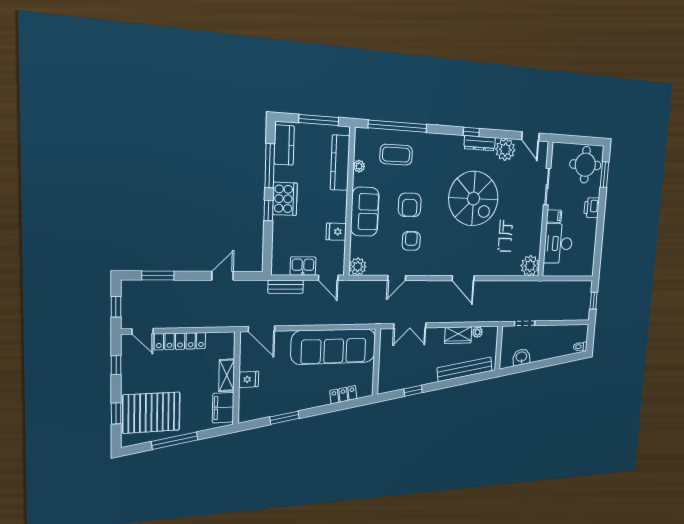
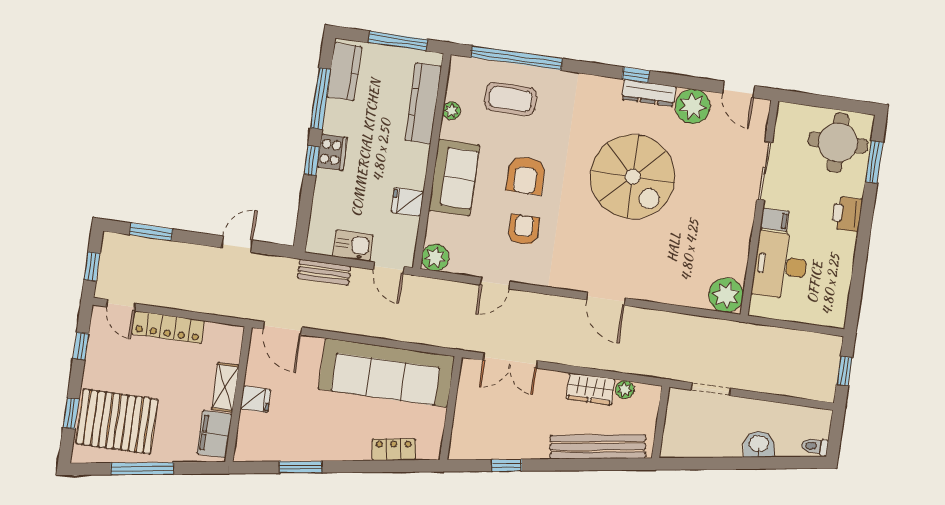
cooker: (285, 199) -> (332, 152), width x0.73, depth x0.76
washbasin: (521, 357) -> (759, 444), moved

